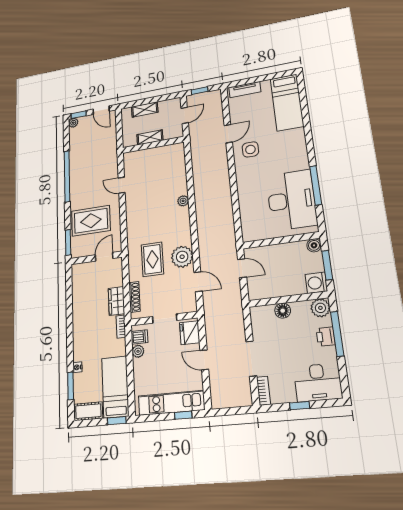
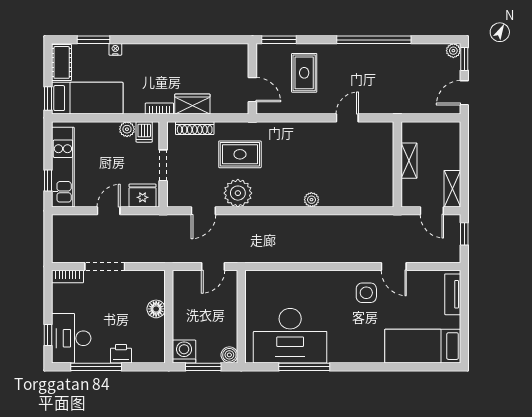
shelving: (145, 109) -> (452, 189), moved
rug: (91, 221) -> (304, 73), width x0.73, depth x0.70
plant: (320, 308) -> (154, 352), removed
window: (337, 334) -> (96, 367), moved
window: (300, 406) -> (48, 335), moved

